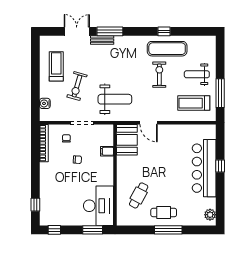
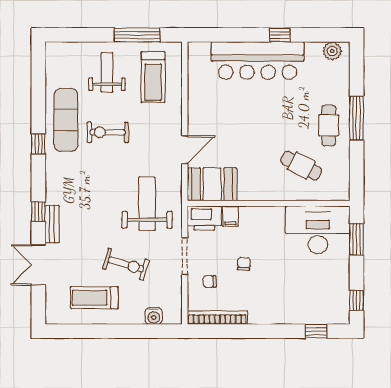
window: (110, 31) -> (38, 212), width x0.46
window: (164, 31) -> (38, 144), moved
weight bench: (197, 74) -> (107, 72), turned 180
printer: (106, 135) -> (204, 218), added
window: (220, 166) -> (280, 35), moved

